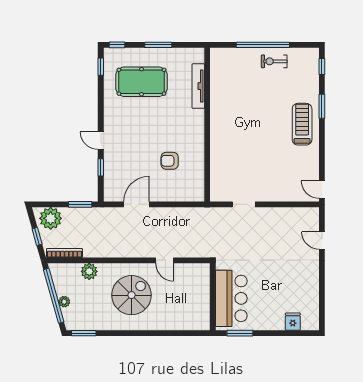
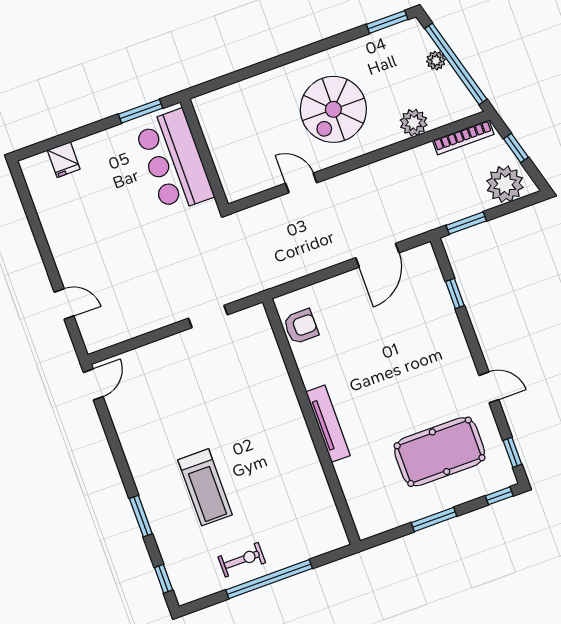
tv unit: (198, 86) -> (328, 424), moved
treadmill: (302, 124) -> (205, 487), moved
door: (101, 141) -> (489, 387), moved
armchair: (170, 161) -> (301, 326), moved
door: (322, 190) -> (93, 385), hinge flipped

